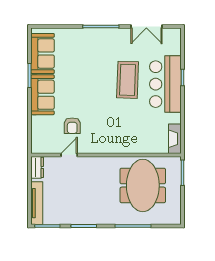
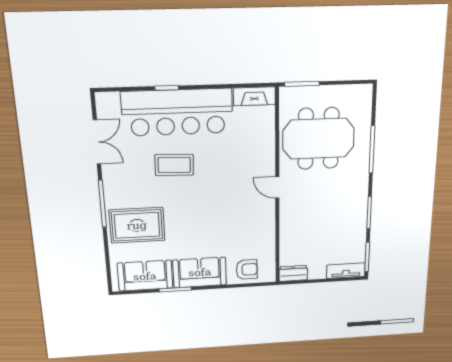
rug: (83, 50) -> (137, 225), added
coffee table: (128, 80) -> (174, 165), width x0.73, depth x0.76
bar counter: (165, 84) -> (177, 112), width x1.36
armchair: (72, 126) -> (247, 269), moved
door: (69, 155) -> (277, 187), moved
tv unit: (37, 203) -> (346, 271), width x0.71

